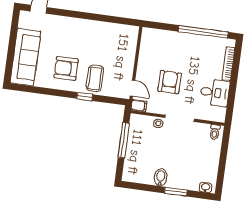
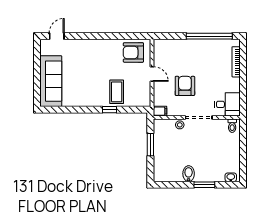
armchair: (66, 68) -> (133, 52), moved
door: (132, 88) -> (152, 74), moved
desk: (215, 93) -> (227, 104), moved
window: (124, 140) -> (150, 145), width x0.69

